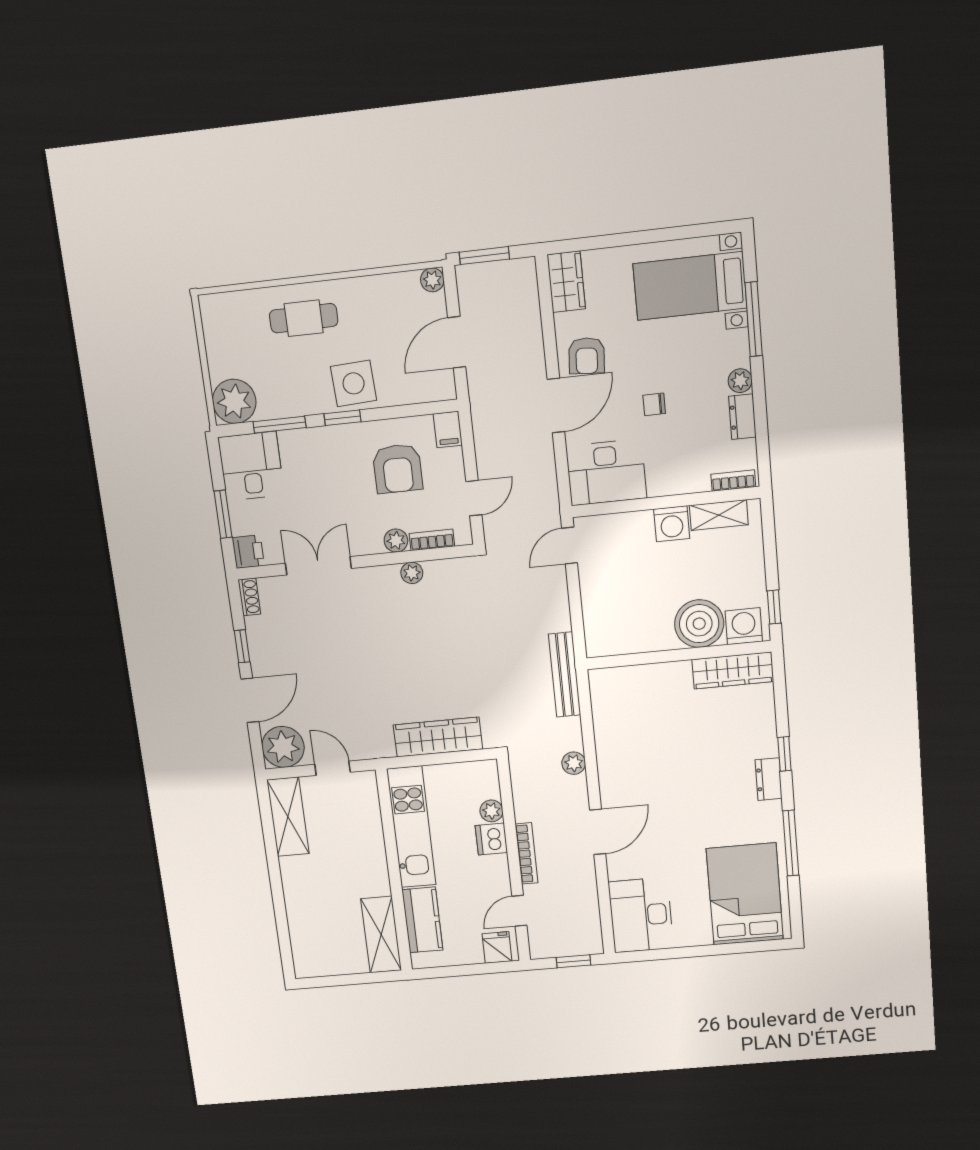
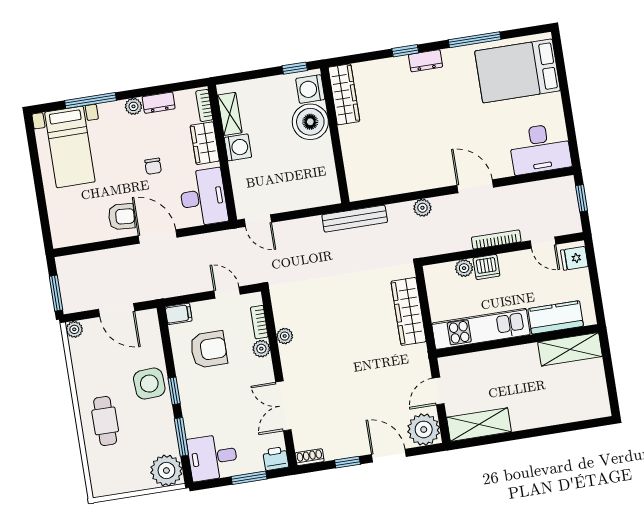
wardrobe: (566, 282) -> (205, 143), moved, turned -90

